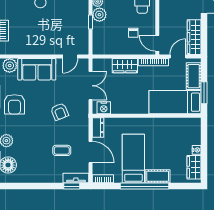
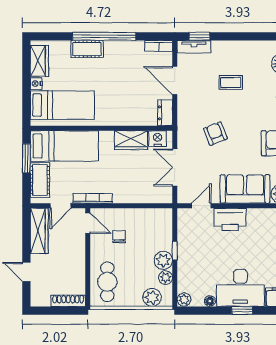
printer: (48, 46) -> (230, 219), added
wardrobe: (125, 66) -> (131, 140), moved, turned 180
coffee table: (62, 150) -> (231, 83), moved
bed: (133, 159) -> (62, 105), moved, turned -90

